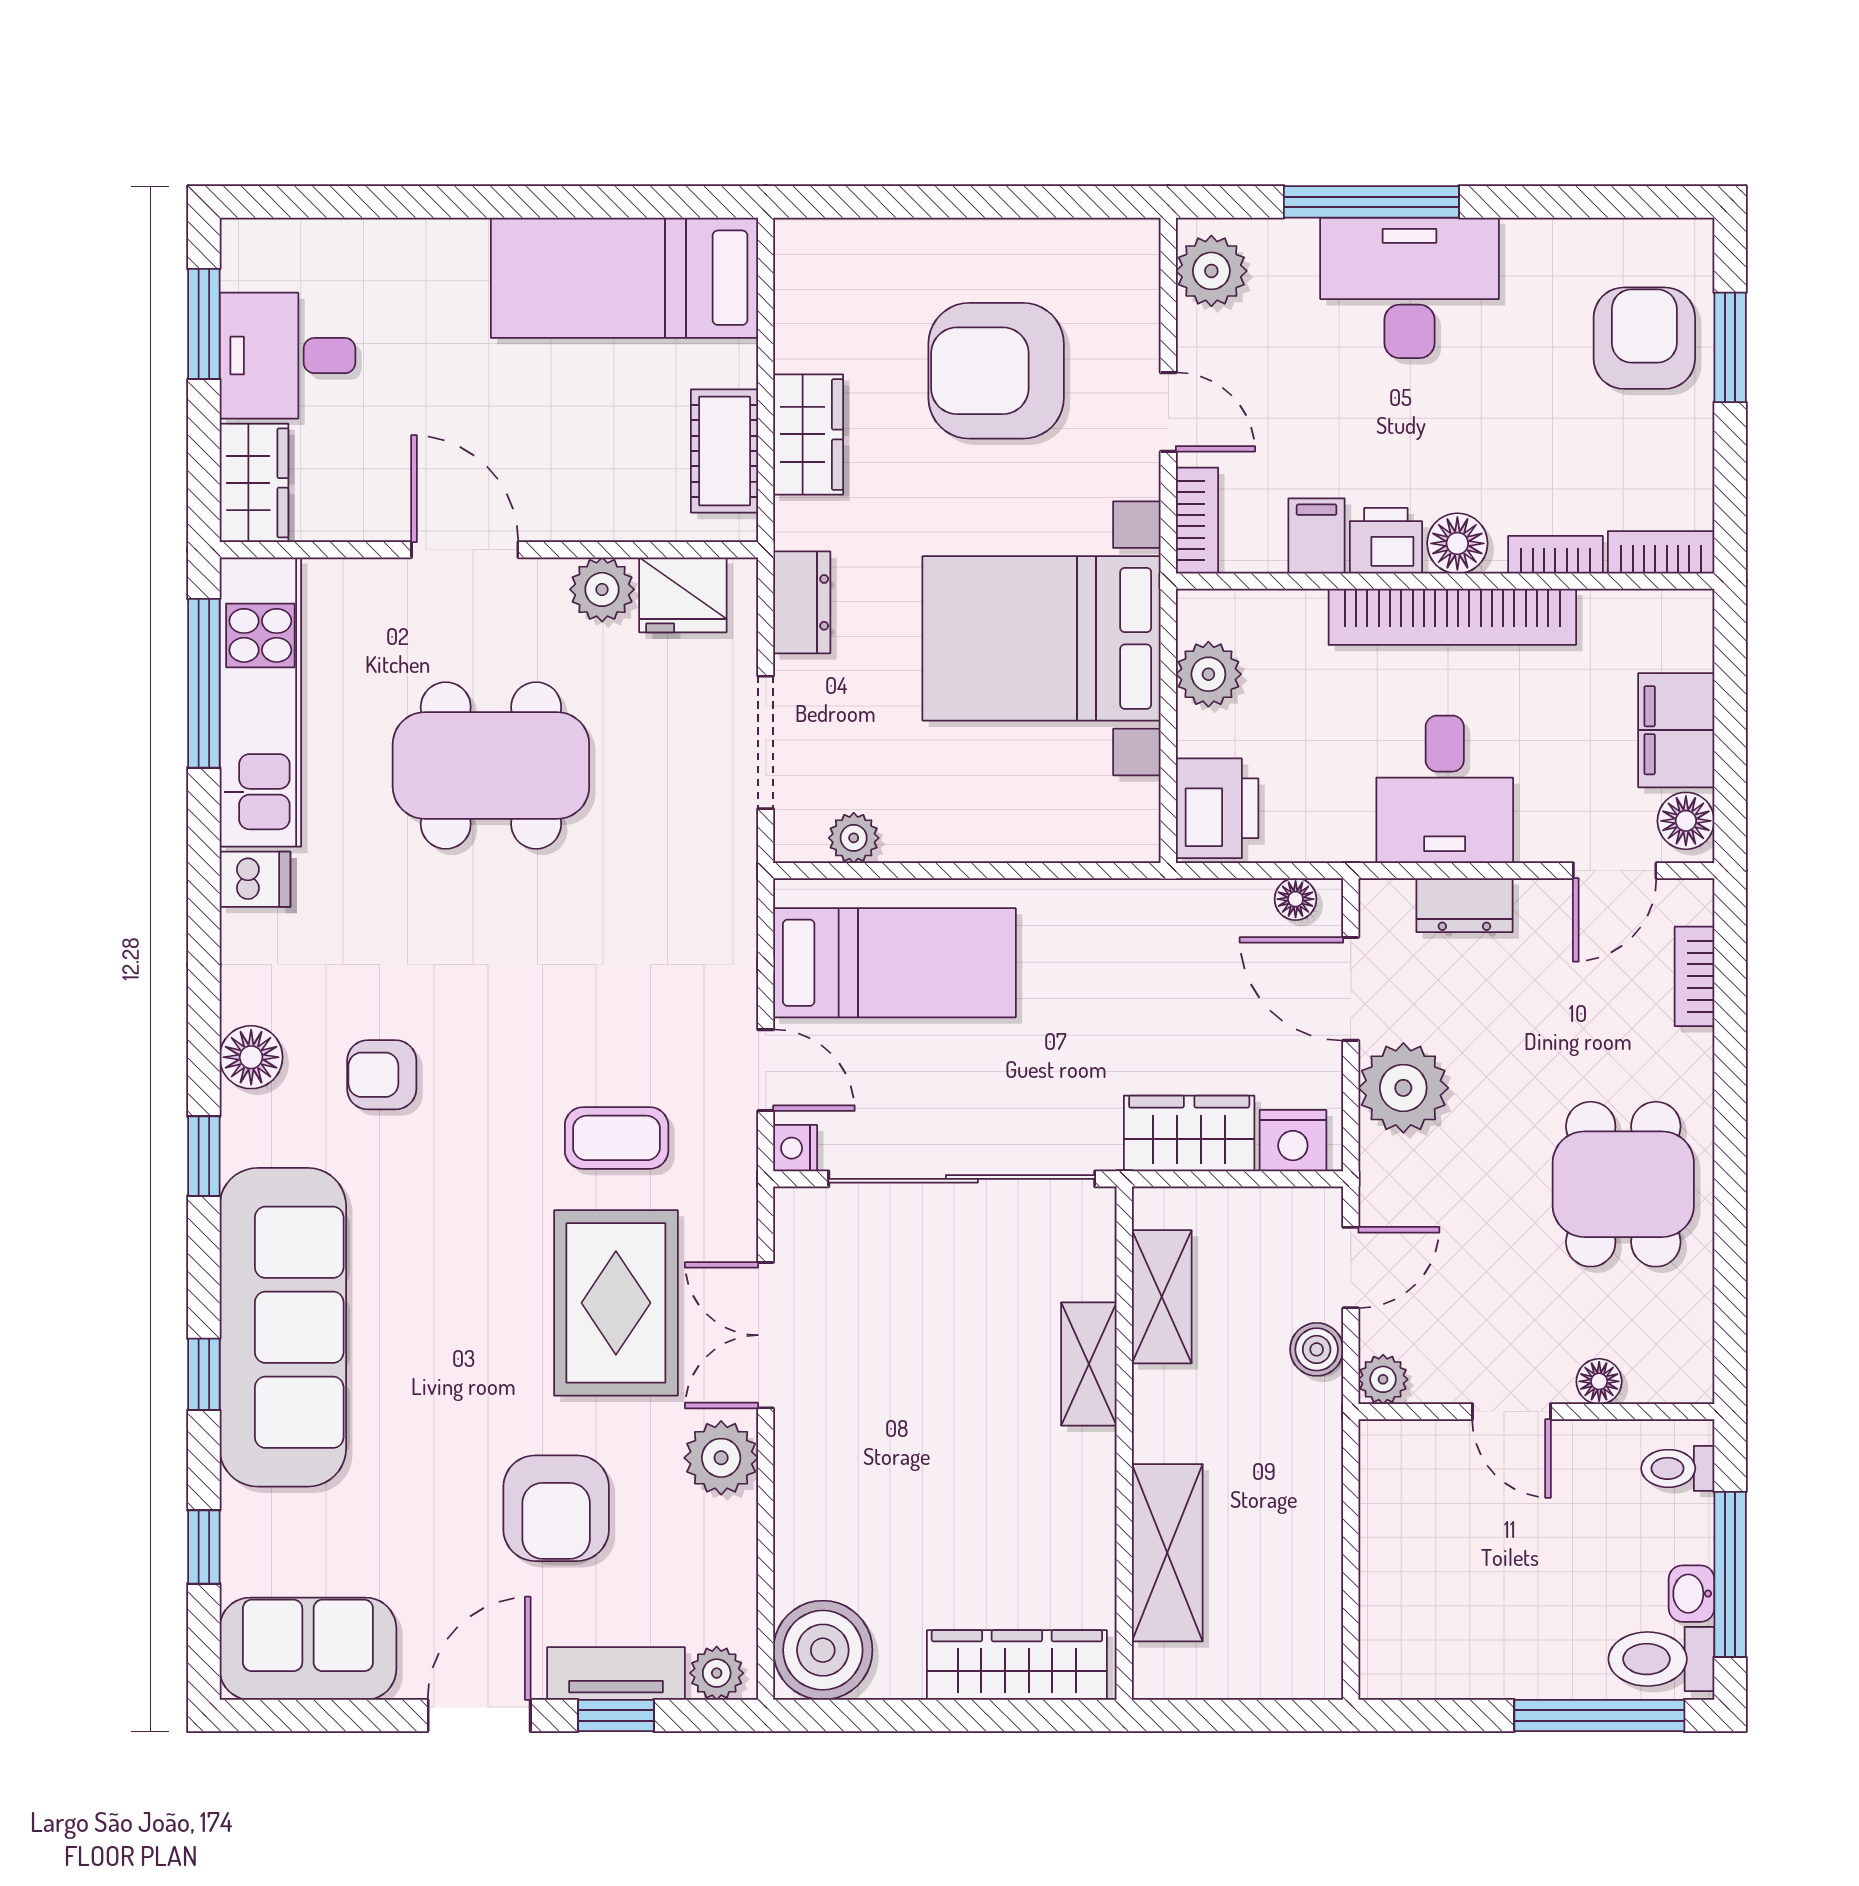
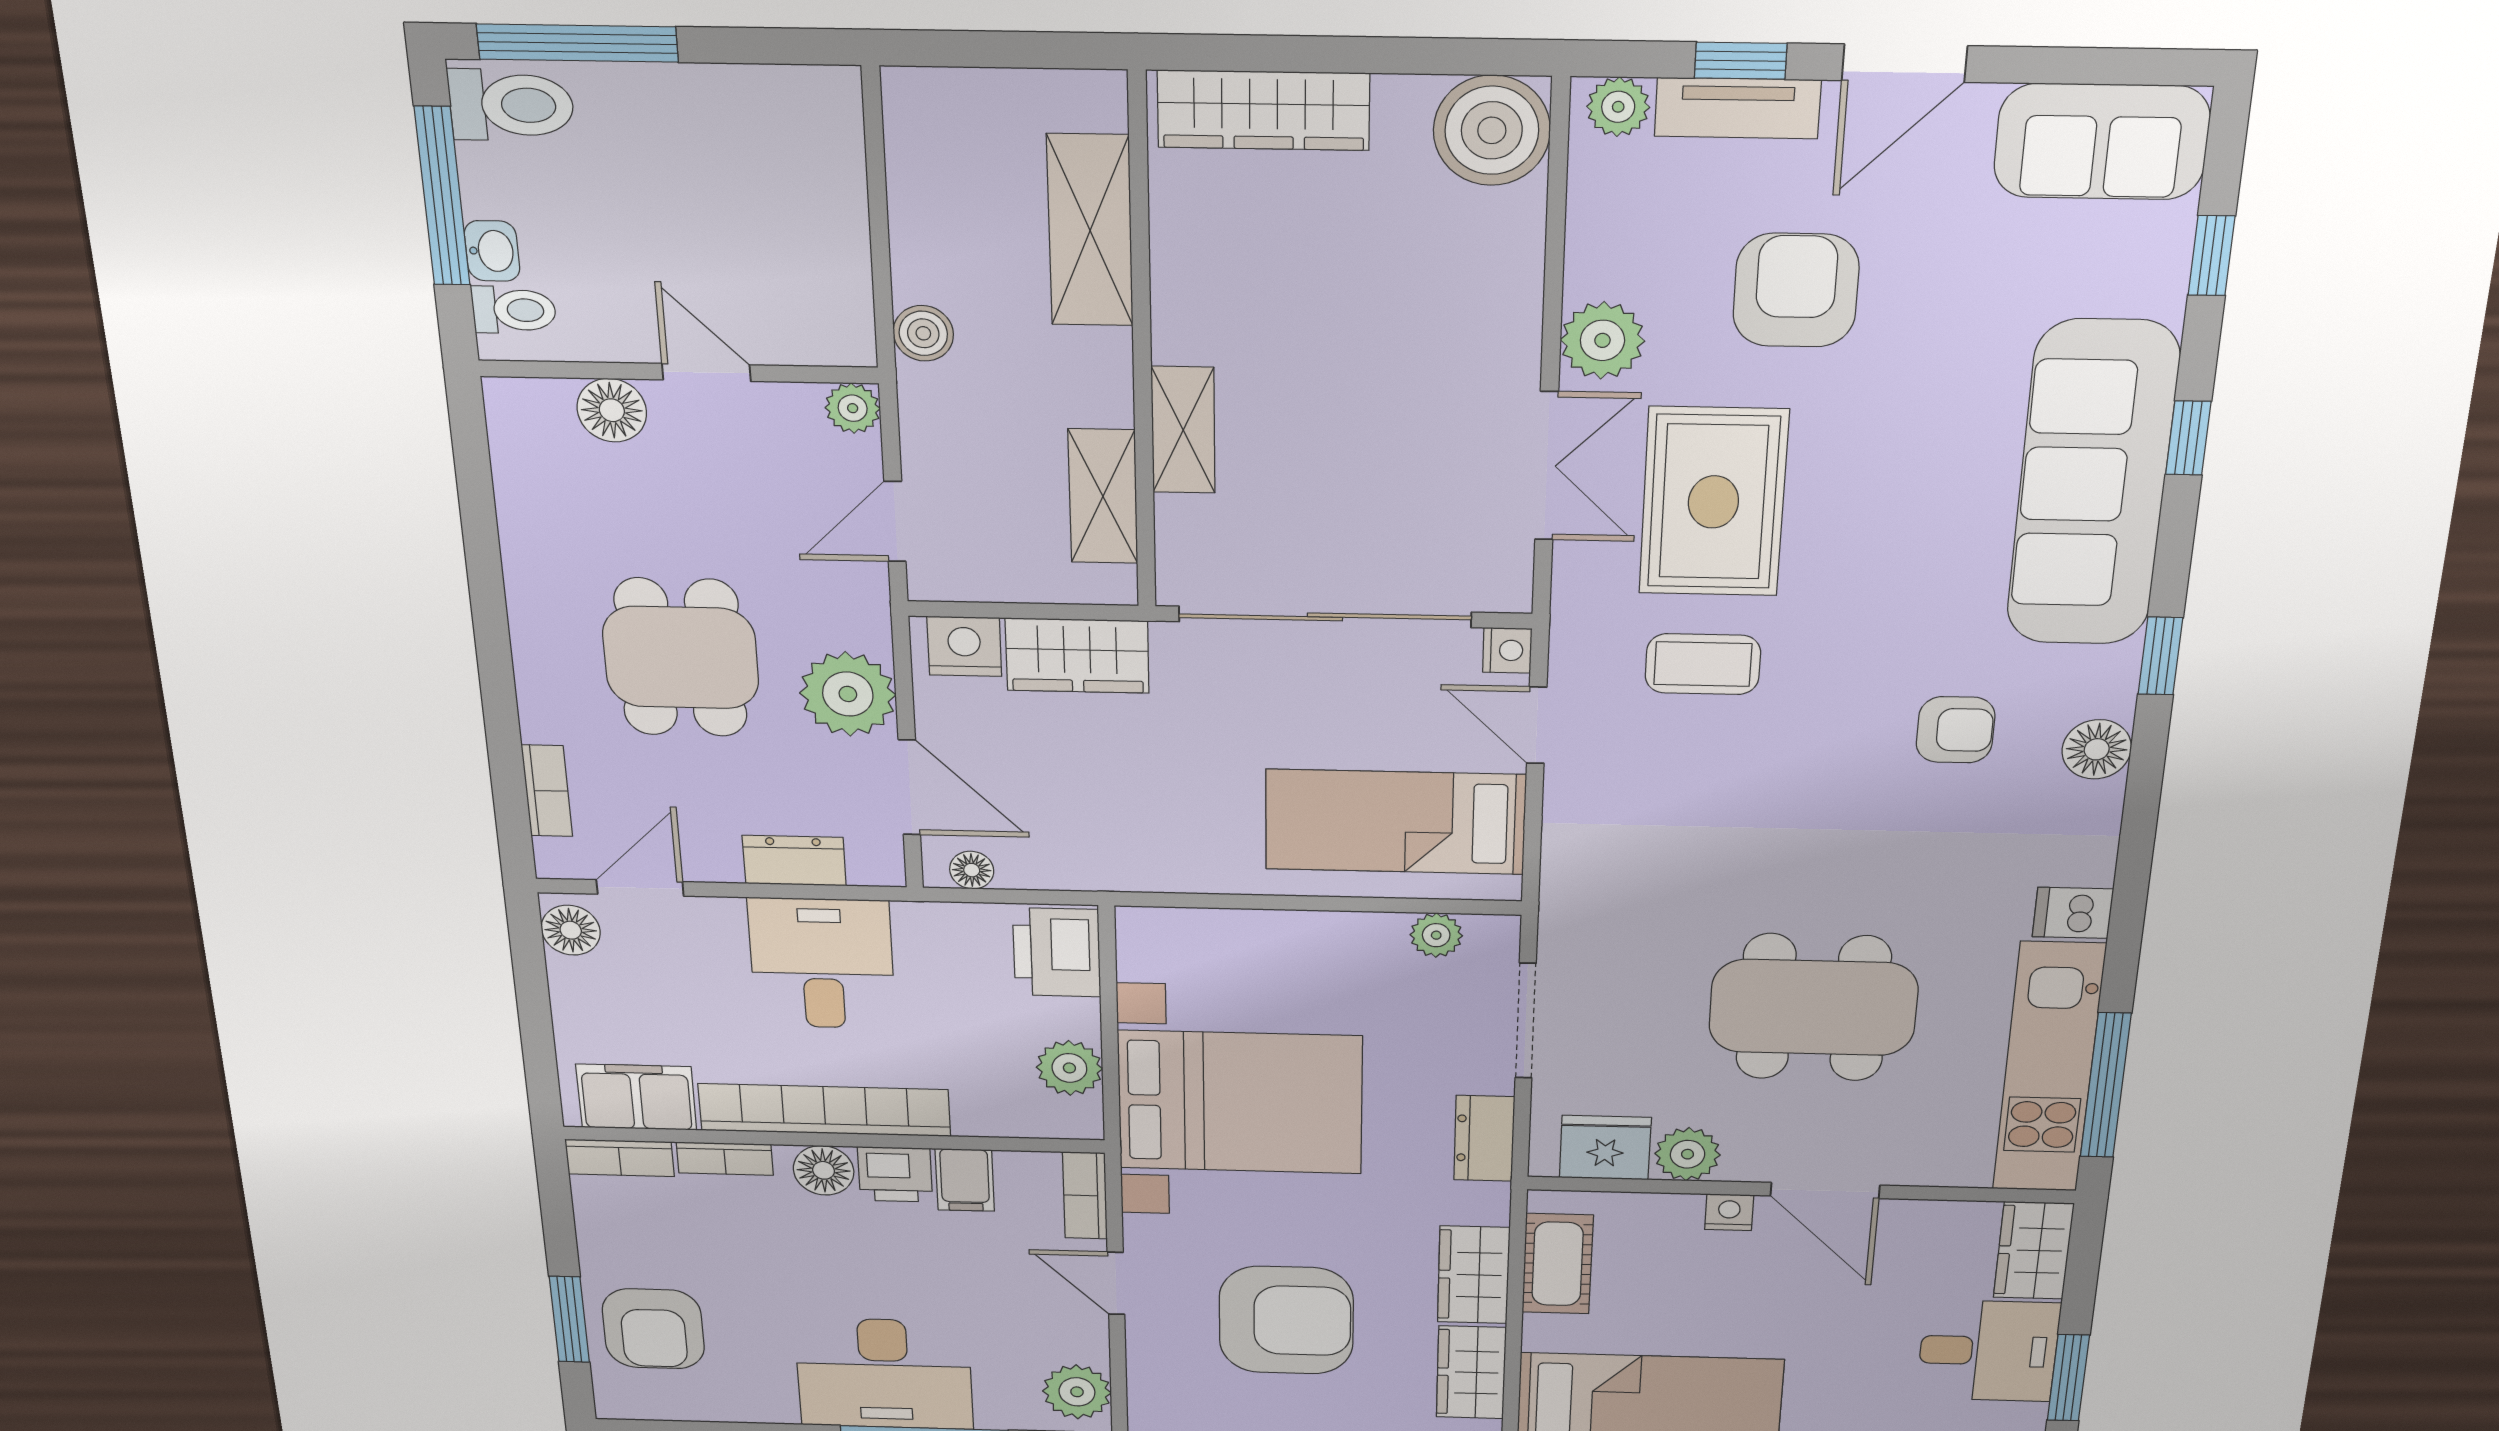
wardrobe: (807, 310) -> (1471, 1372), added
nightstand: (557, 520) -> (1729, 1212), added
filing cabinet: (1676, 730) -> (636, 1097), moved, turned -90
dining table: (1623, 1184) -> (681, 658), moved
boiler: (1317, 1349) -> (923, 333), moved
floor lamp: (1599, 1381) -> (612, 410), width x1.37, depth x1.37
washbasin: (1692, 1594) -> (492, 251), moved

